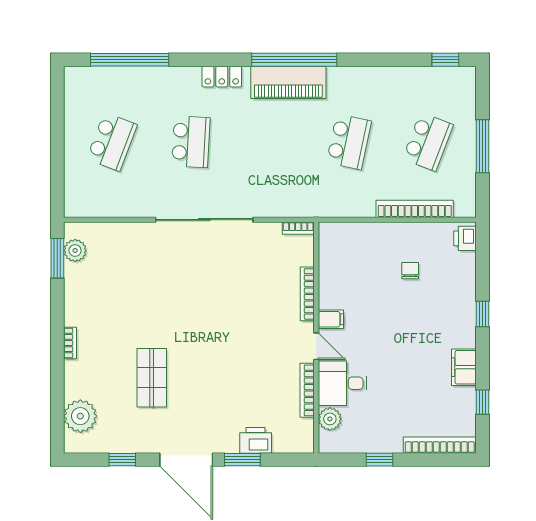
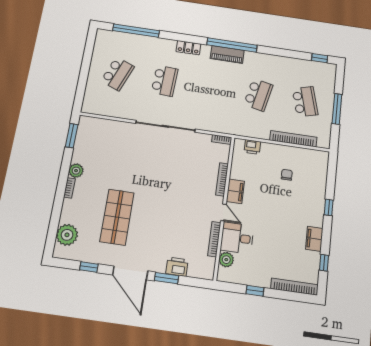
piano: (288, 82) -> (227, 54), width x0.73, depth x0.75
school desk: (428, 142) -> (305, 102), turned -36
printer: (465, 238) -> (252, 147), moved, turned -90
plant: (75, 251) -> (76, 171), moved
filing cabinet: (331, 319) -> (235, 191), width x2.00
shop shelf: (152, 378) -> (117, 217), width x1.43, depth x1.36

